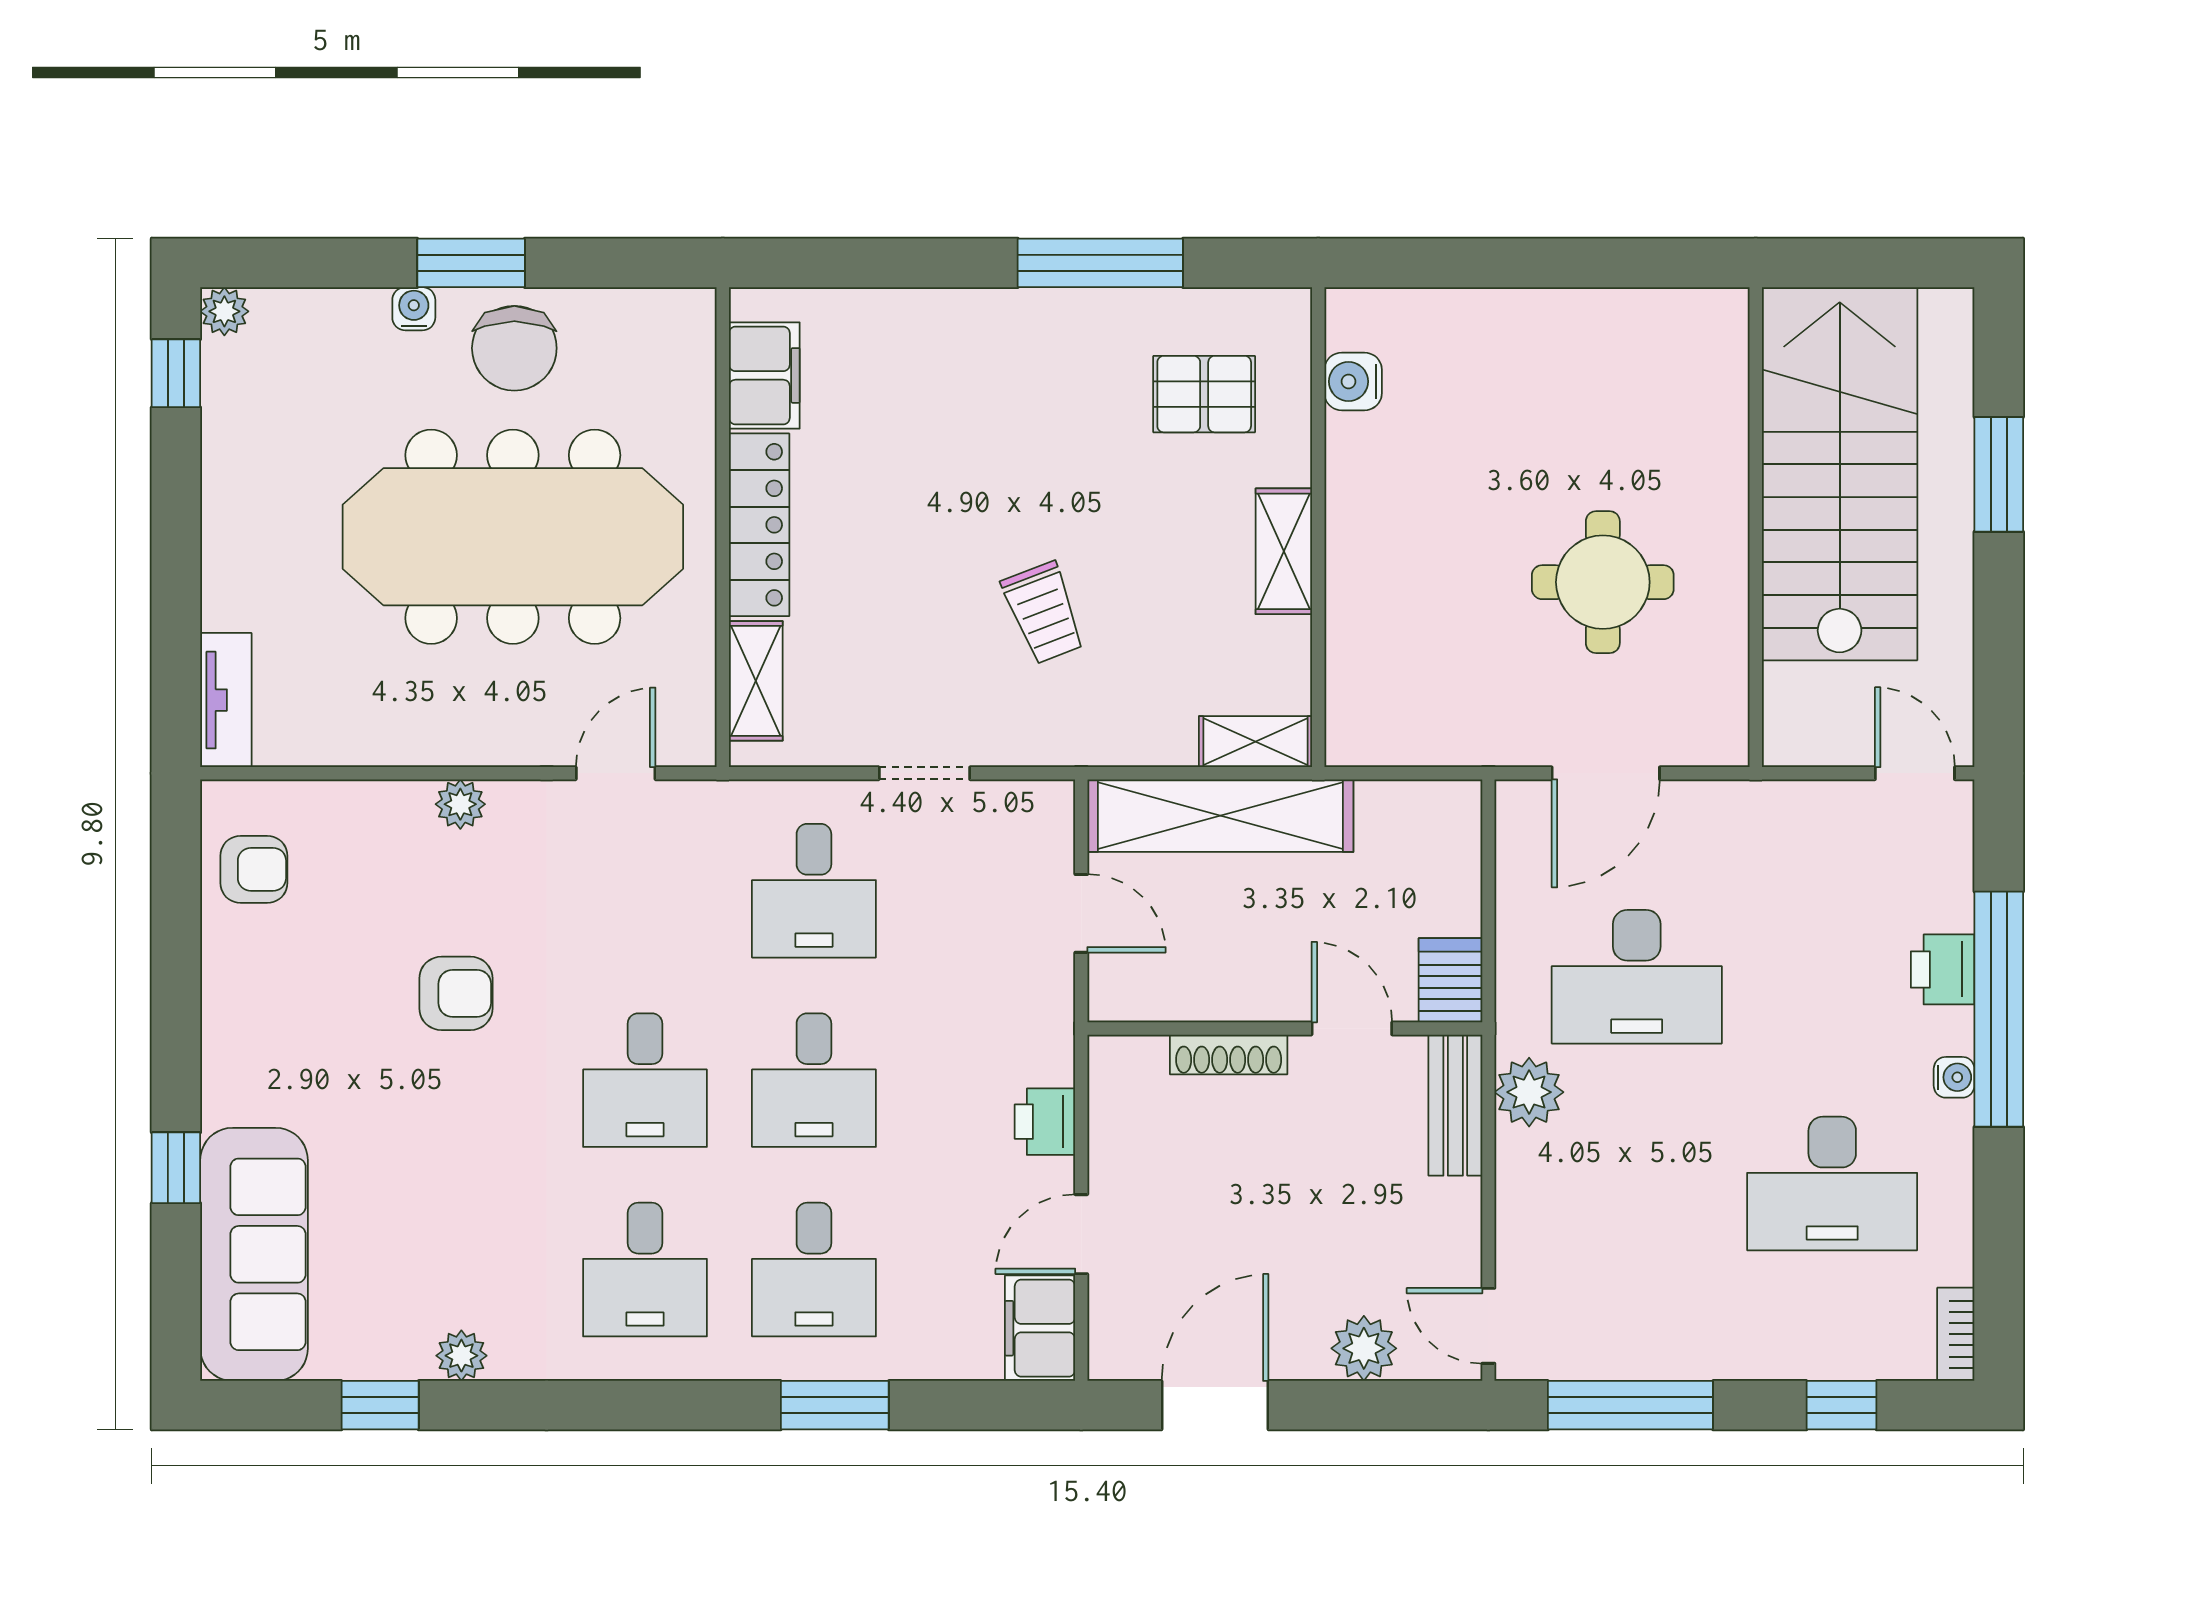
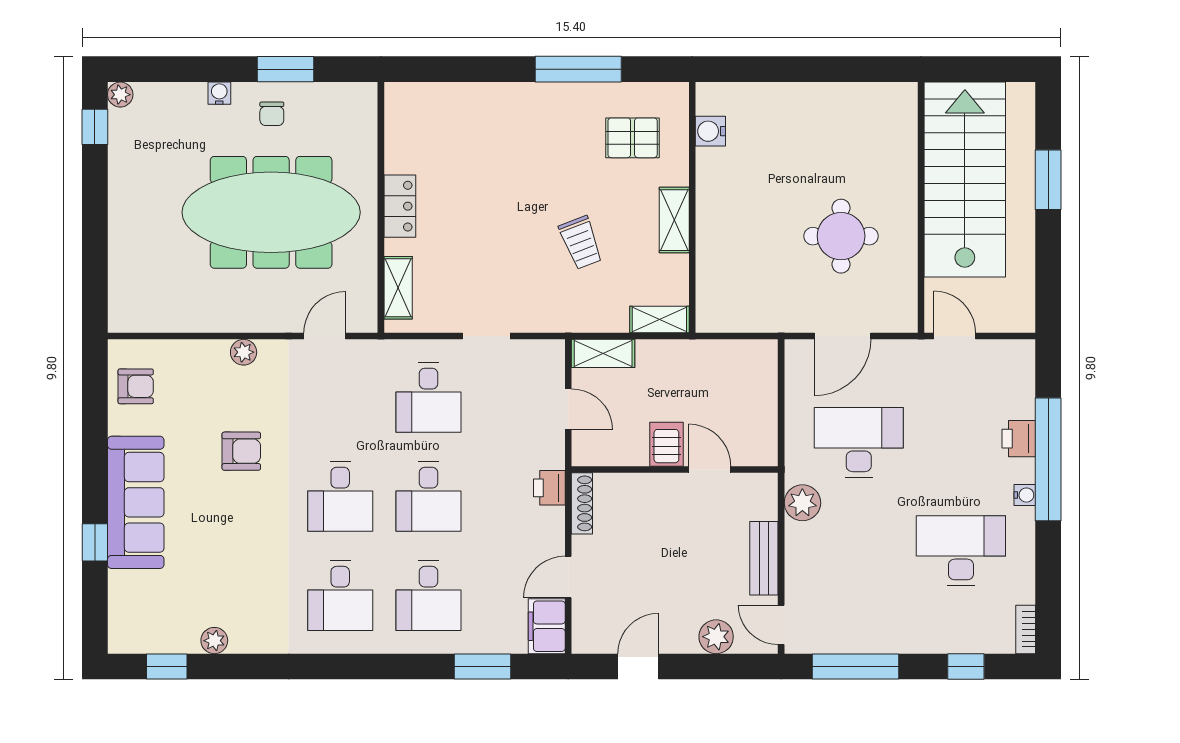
window: (471, 263) -> (286, 69), moved
chair: (514, 348) -> (272, 114), width x0.54, depth x0.54
filing cabinet: (764, 375) -> (403, 128), removed
locker: (759, 525) -> (400, 206), width x0.66
trolley: (1044, 613) -> (581, 243), moved
tv unit: (226, 700) -> (121, 298), removed
door: (1915, 773) -> (955, 336), moved
shelving: (1220, 816) -> (603, 353), width x0.45, depth x0.75
desk: (1637, 977) -> (859, 442), turned 180
server rack: (1451, 980) -> (666, 444), moved
shoe rack: (1229, 1055) -> (582, 503), moved, turned -90
bench: (1455, 1105) -> (764, 558), moved
printer: (1045, 1122) -> (549, 488), moved
desk: (1832, 1184) -> (961, 551), turned 180
sofa: (254, 1254) -> (136, 502), moved
plant: (461, 1356) -> (214, 641), moved
window: (380, 1405) -> (167, 667), moved
window: (835, 1405) -> (482, 667), moved
door: (1215, 1405) -> (638, 667), width x0.73

